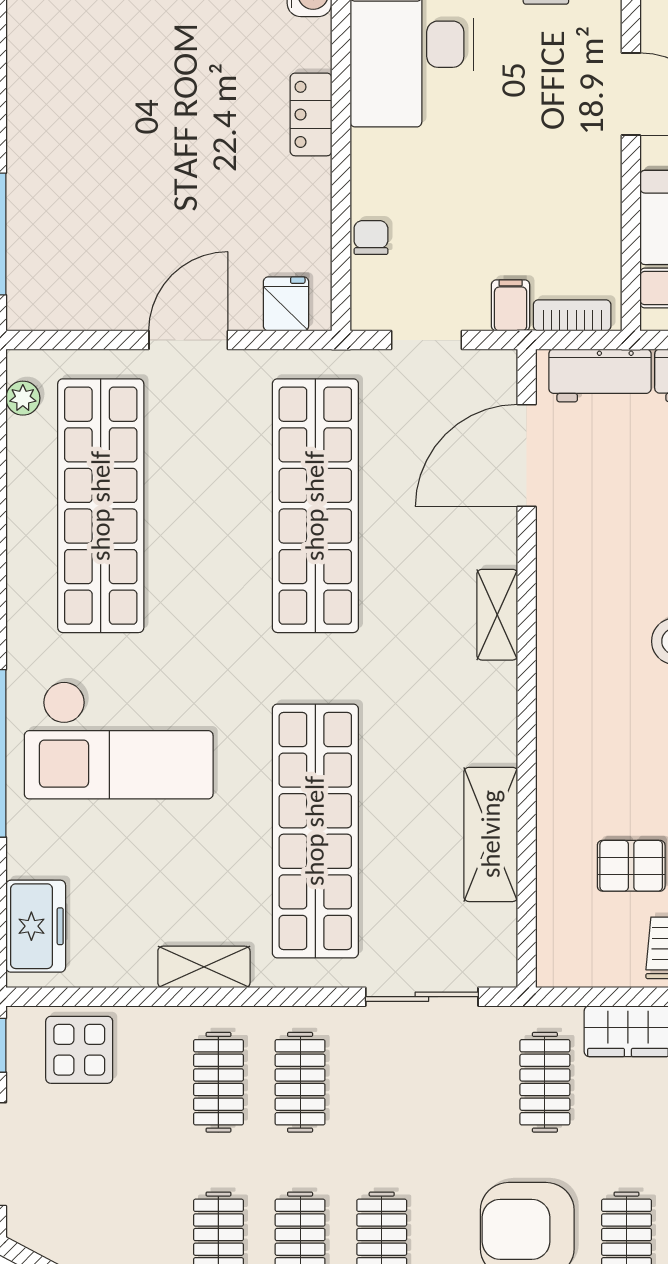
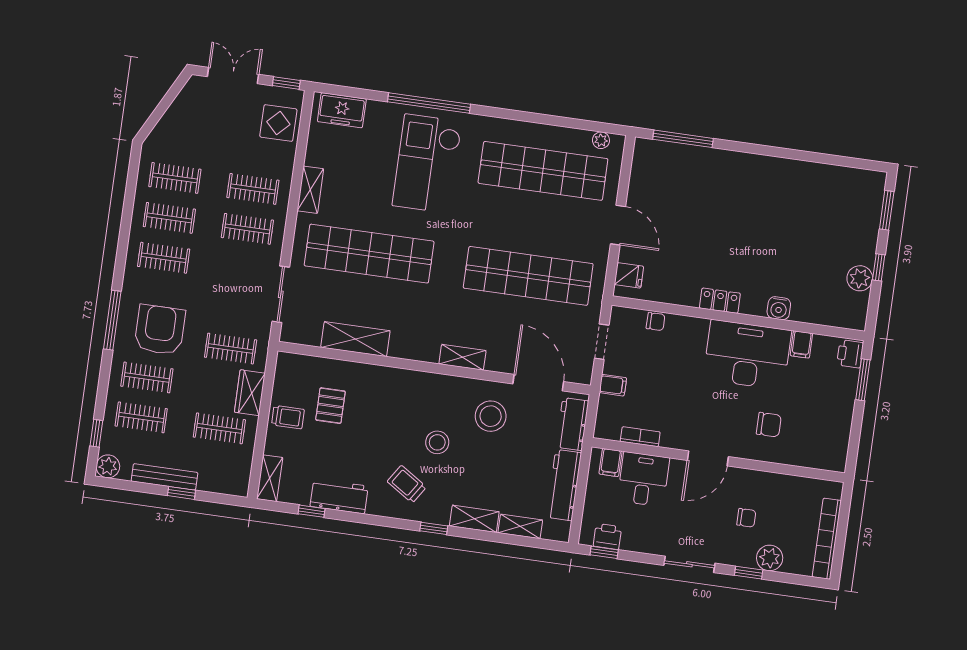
bookcase: (572, 315) -> (640, 437), moved, turned -90
stool: (607, 542) -> (491, 416), added

